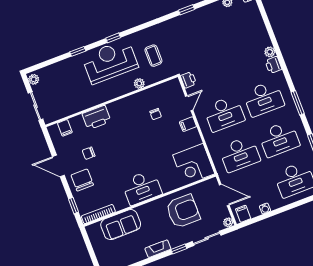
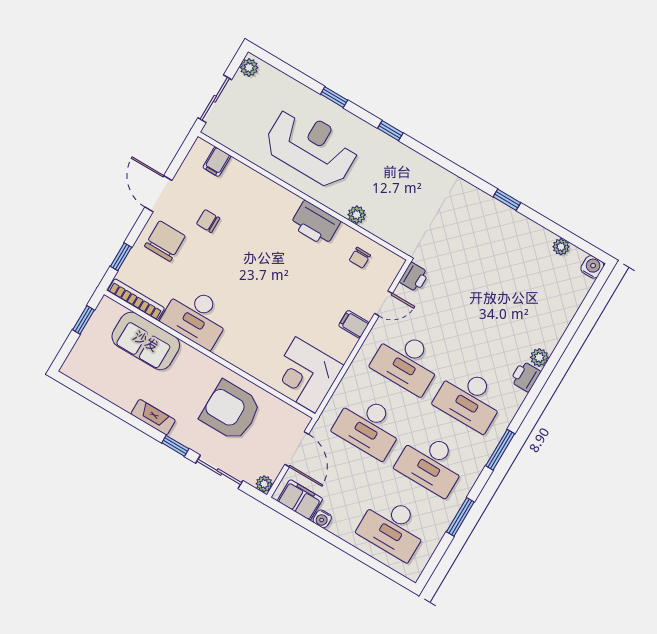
coffee table: (153, 56) -> (410, 204), removed
reception desk: (110, 62) -> (311, 147), moved
chair: (156, 114) -> (360, 258), moved
printer: (97, 118) -> (315, 223), moved
desk: (142, 188) -> (196, 317), moved
armchair: (183, 211) -> (231, 411), turned 180
filing cabinet: (243, 214) -> (300, 500), width x2.00
window: (89, 245) -> (83, 320), added

